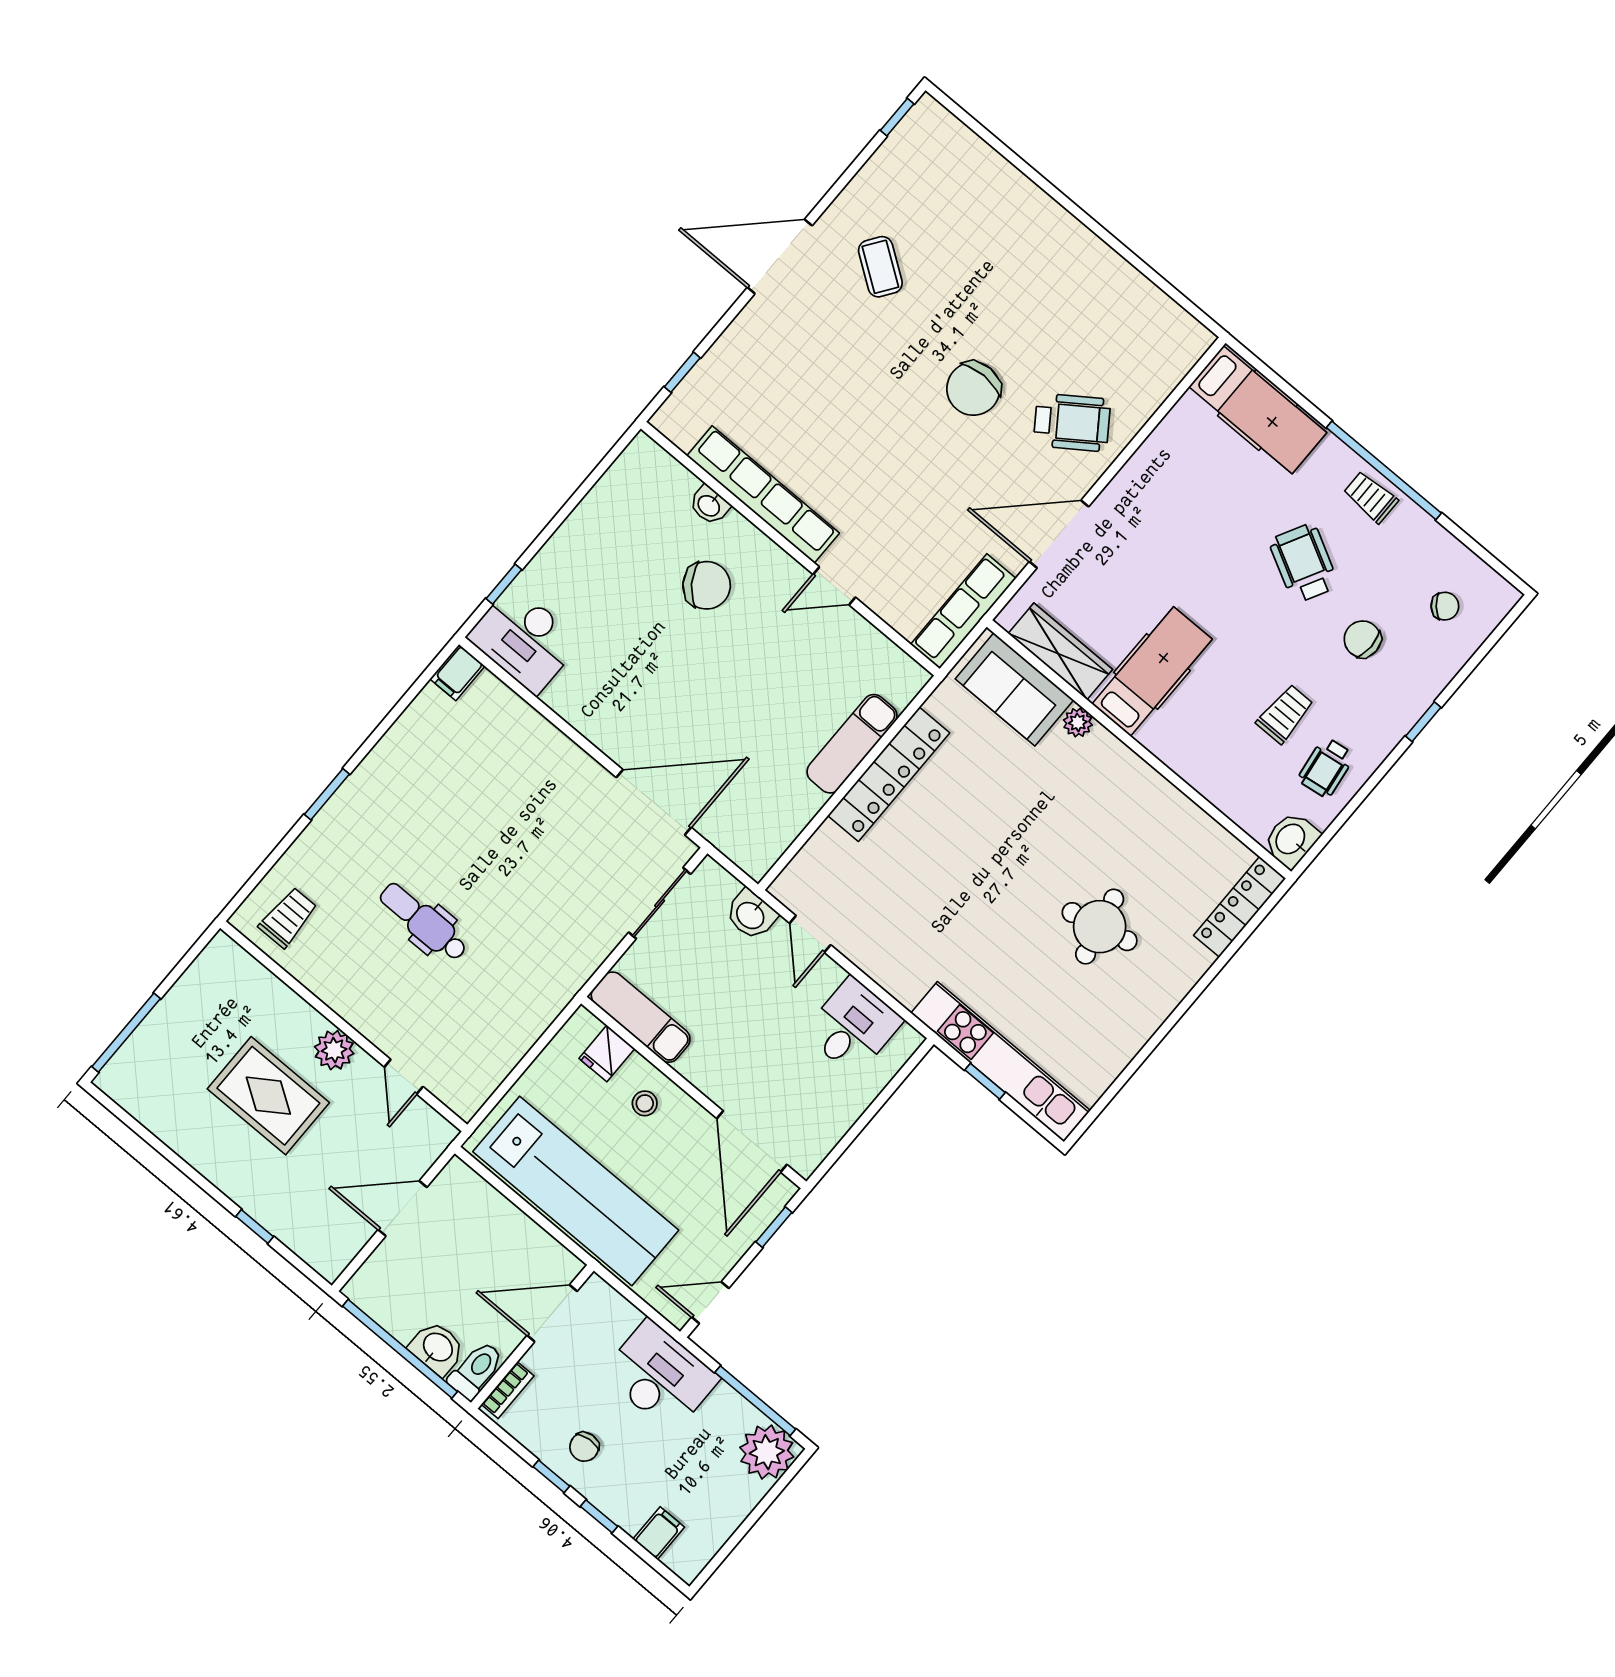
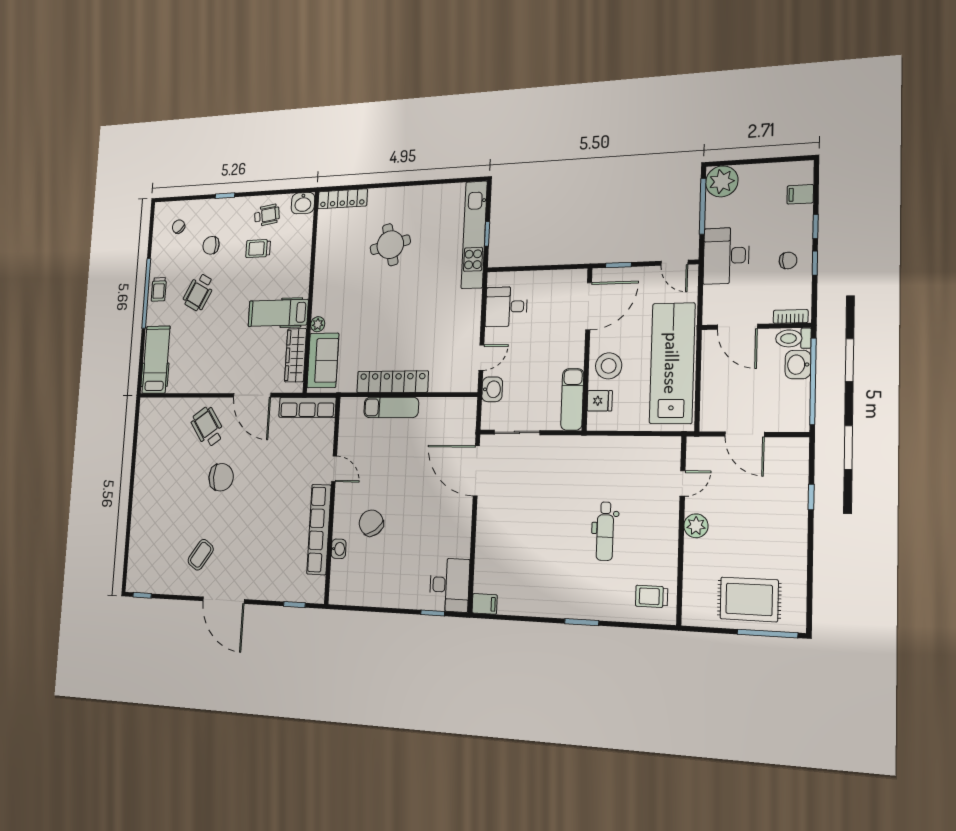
chair: (1362, 639) -> (211, 245), turned 90
rug: (268, 1096) -> (749, 599), moved, turned 90
stool: (645, 1103) -> (609, 366), width x1.89, depth x1.89

